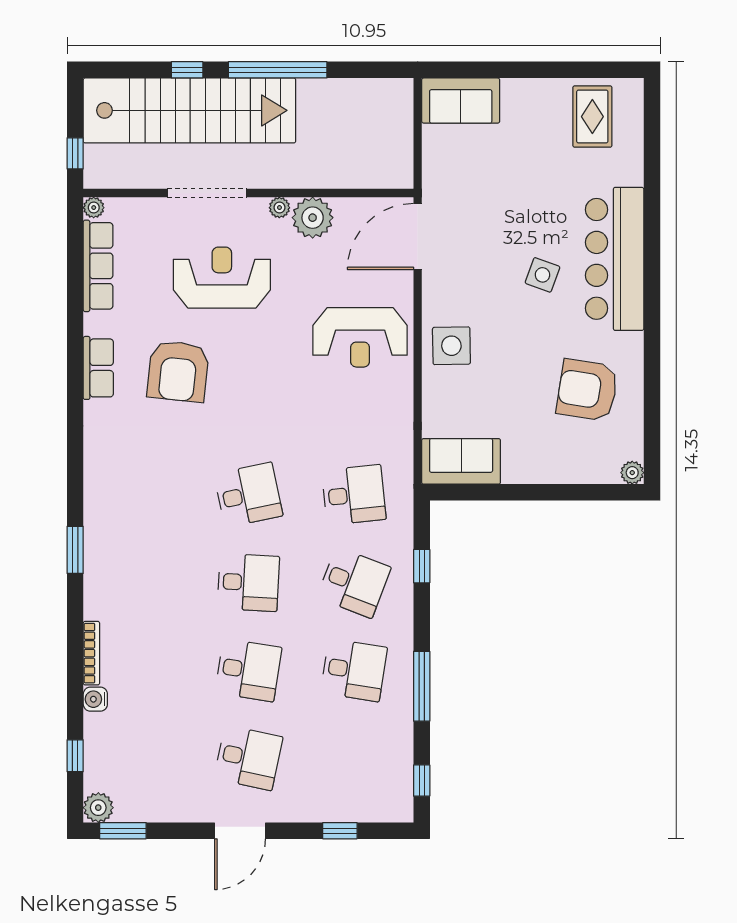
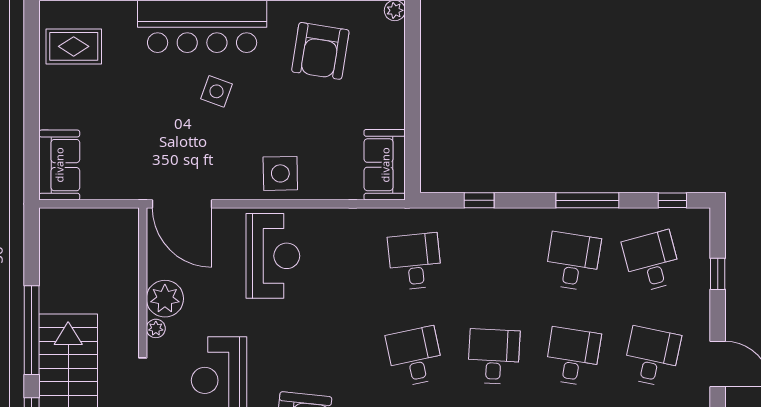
desk: (354, 582) -> (652, 261), moved, turned -36

